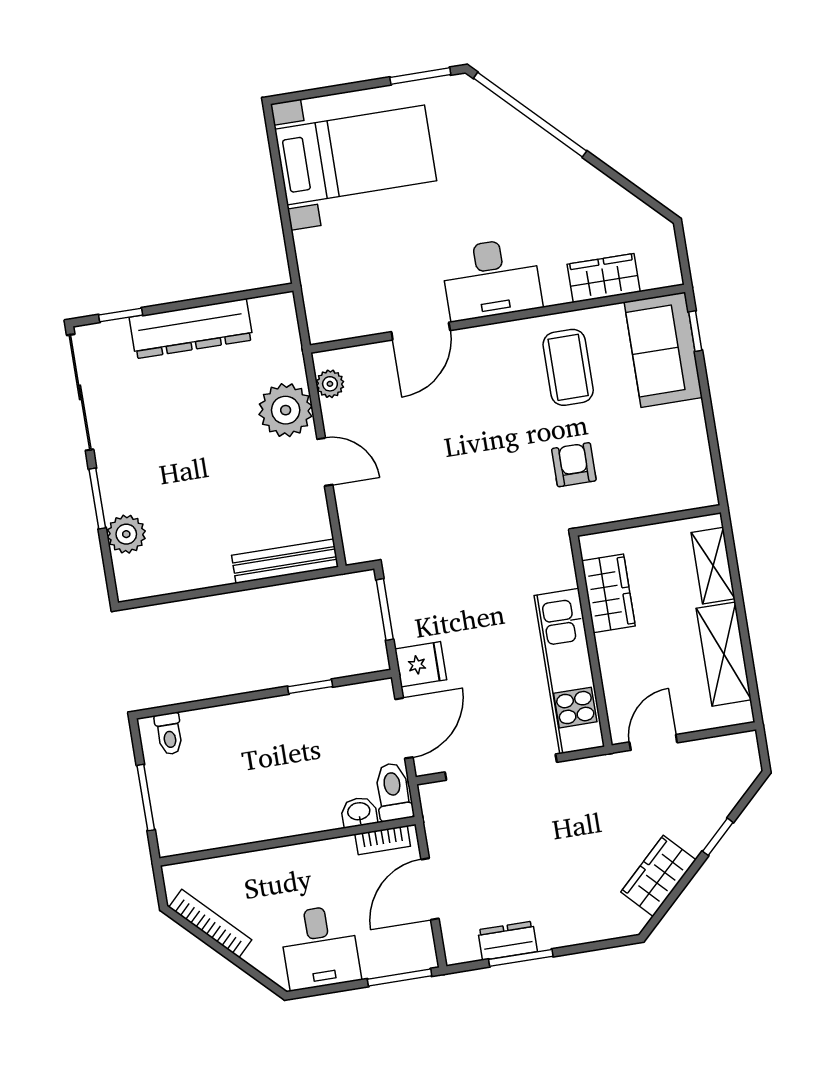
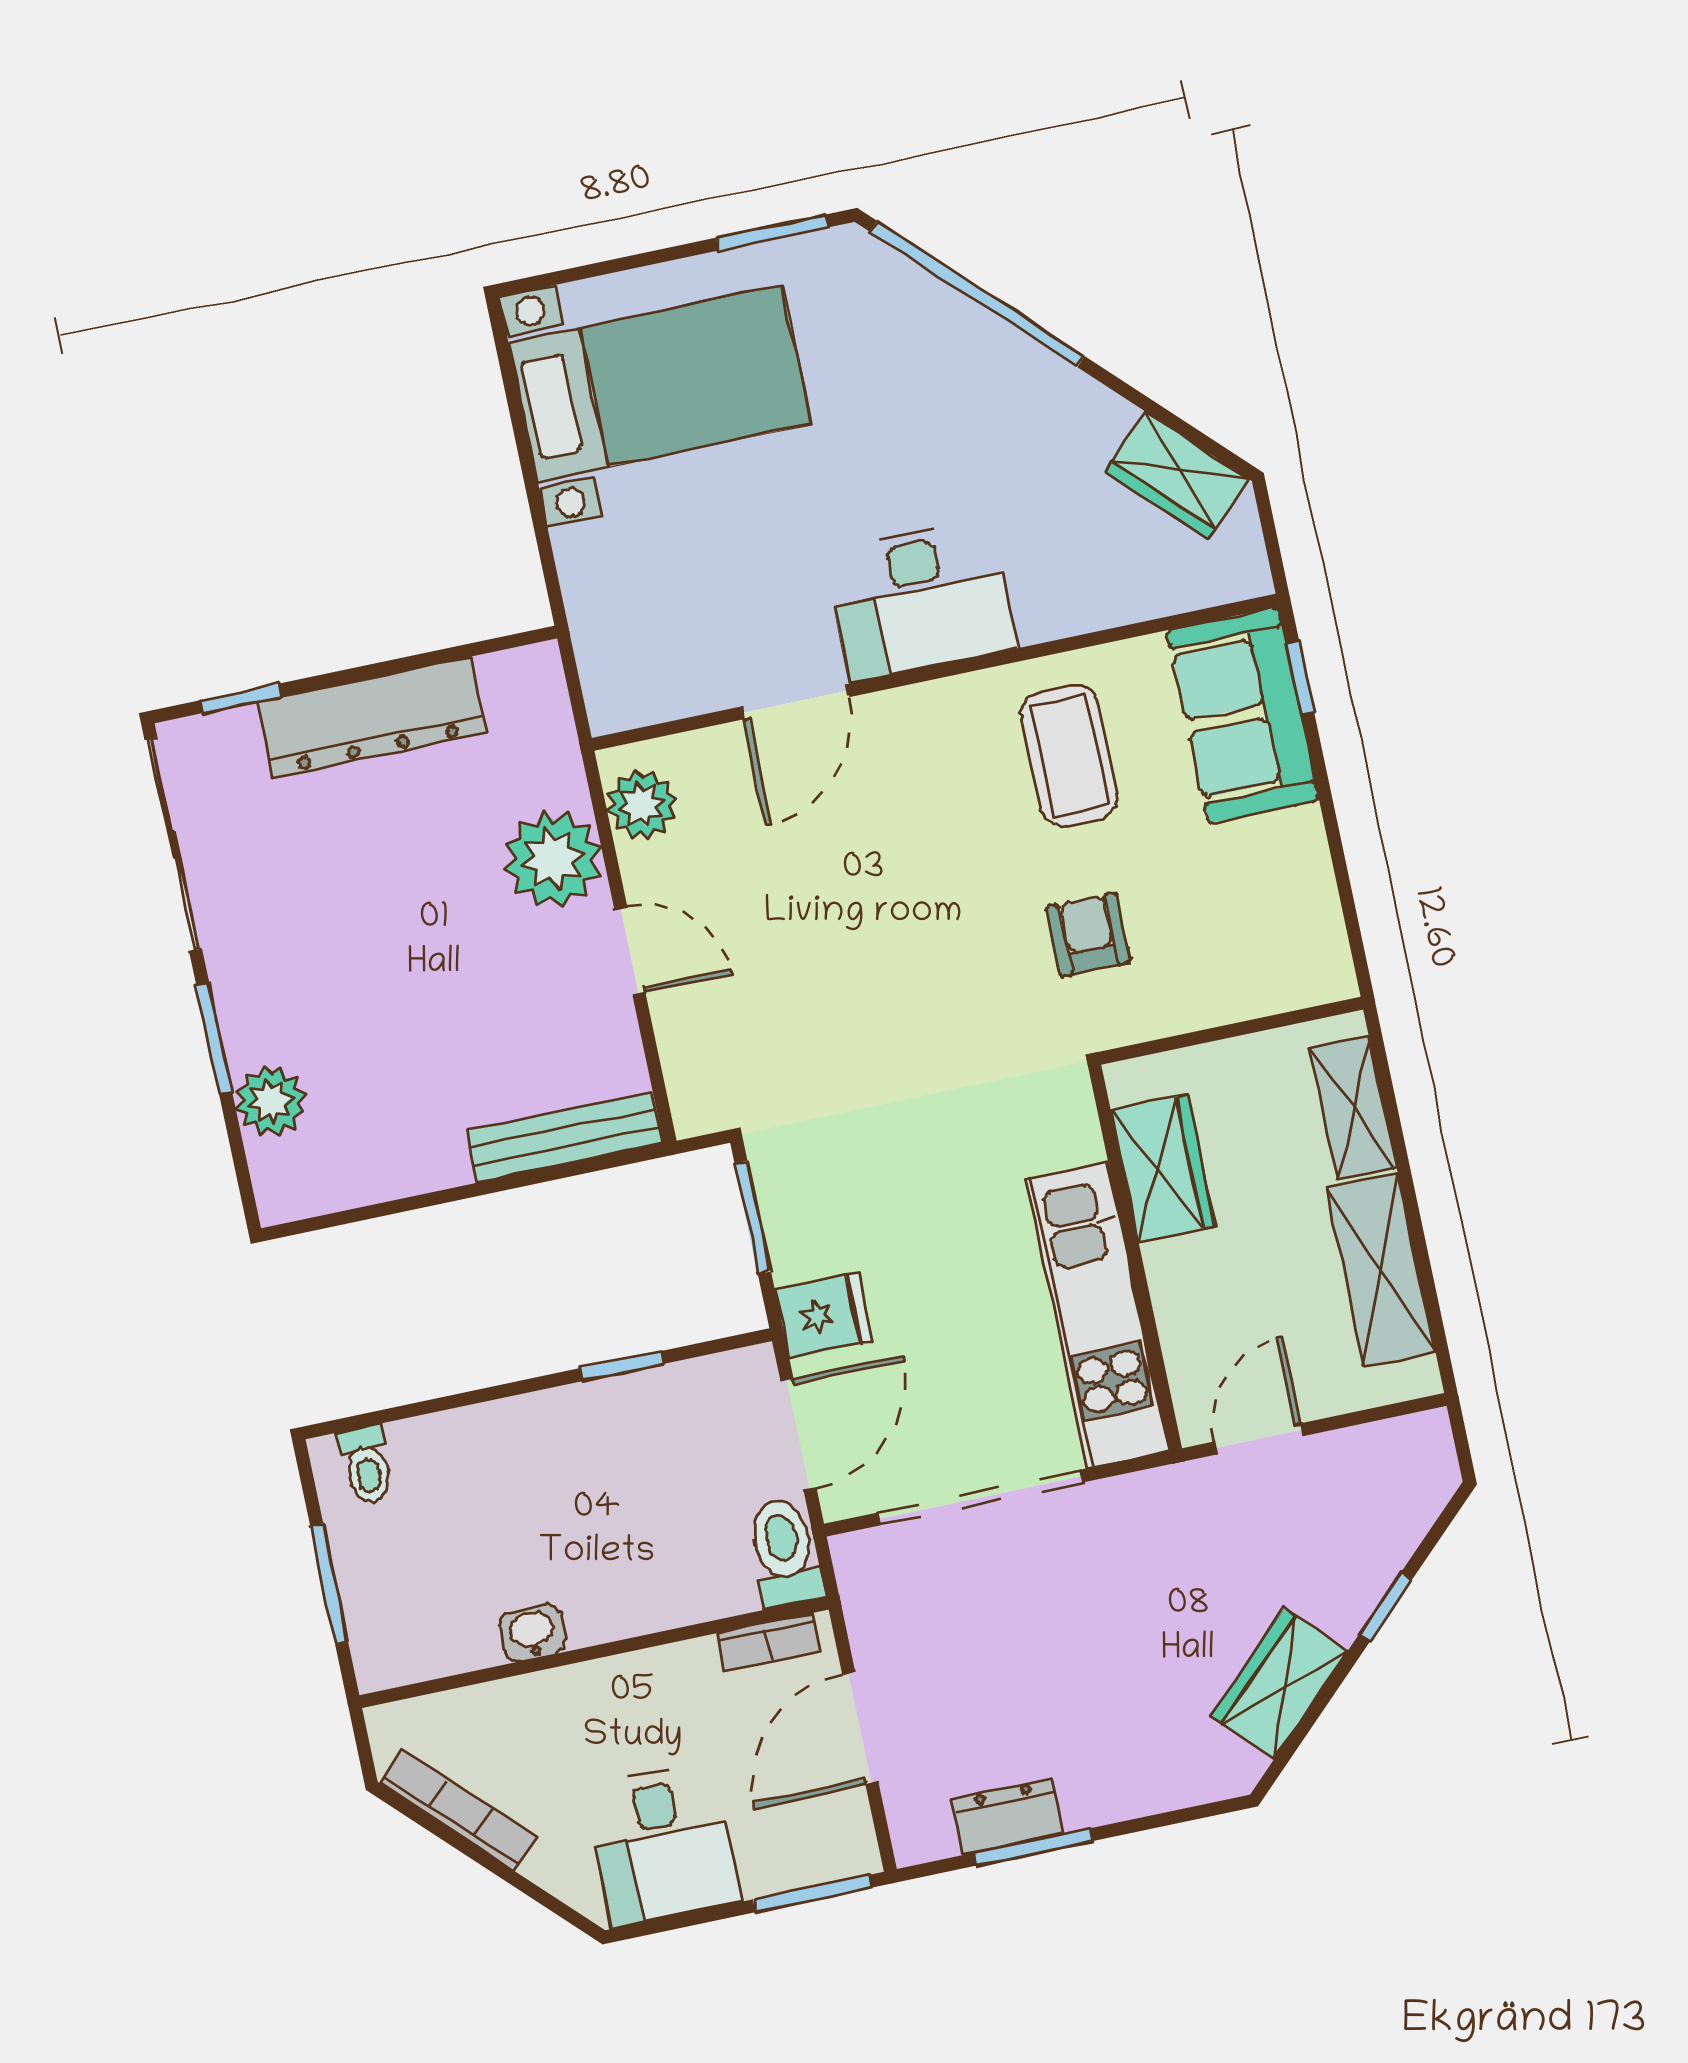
wardrobe: (604, 278) -> (1177, 475), moved, turned -135
plant: (330, 384) -> (642, 805), width x1.38, depth x1.38
washbasin: (359, 812) -> (533, 1633), moved

